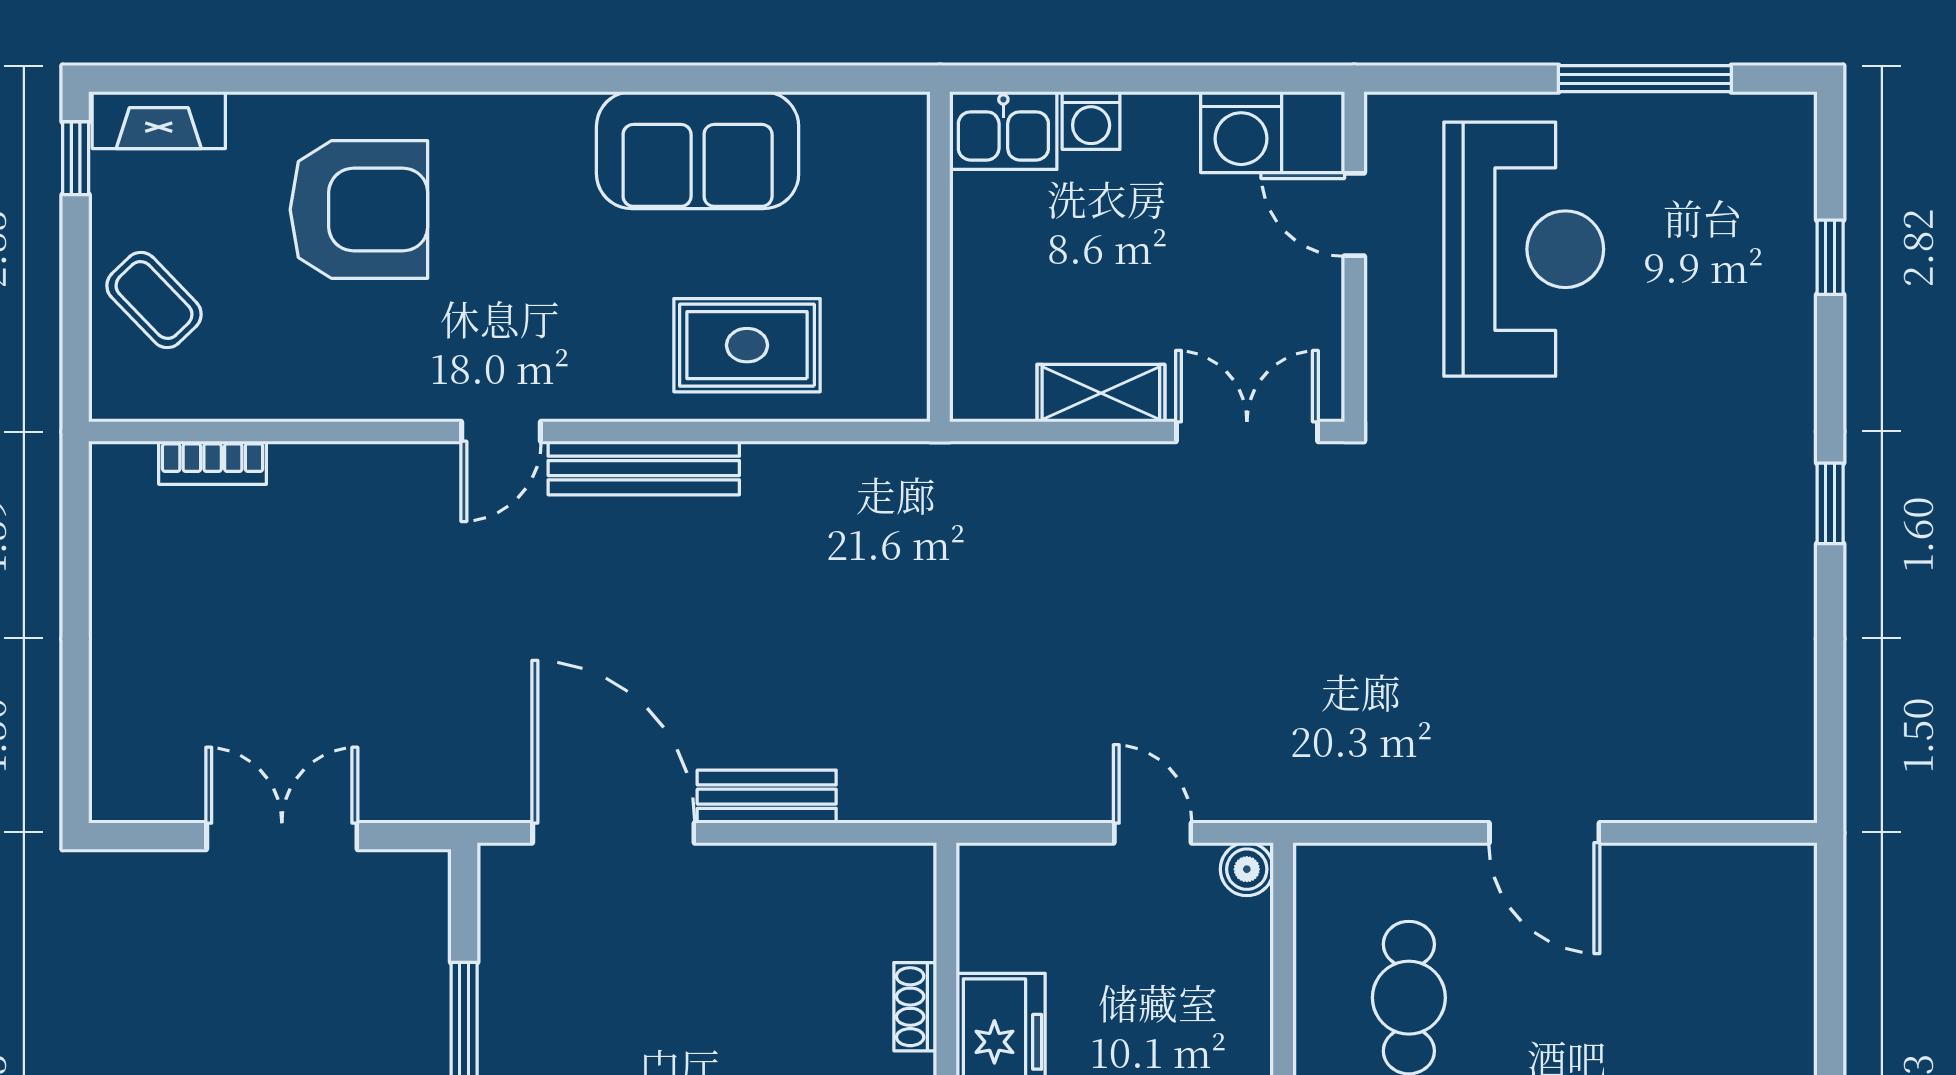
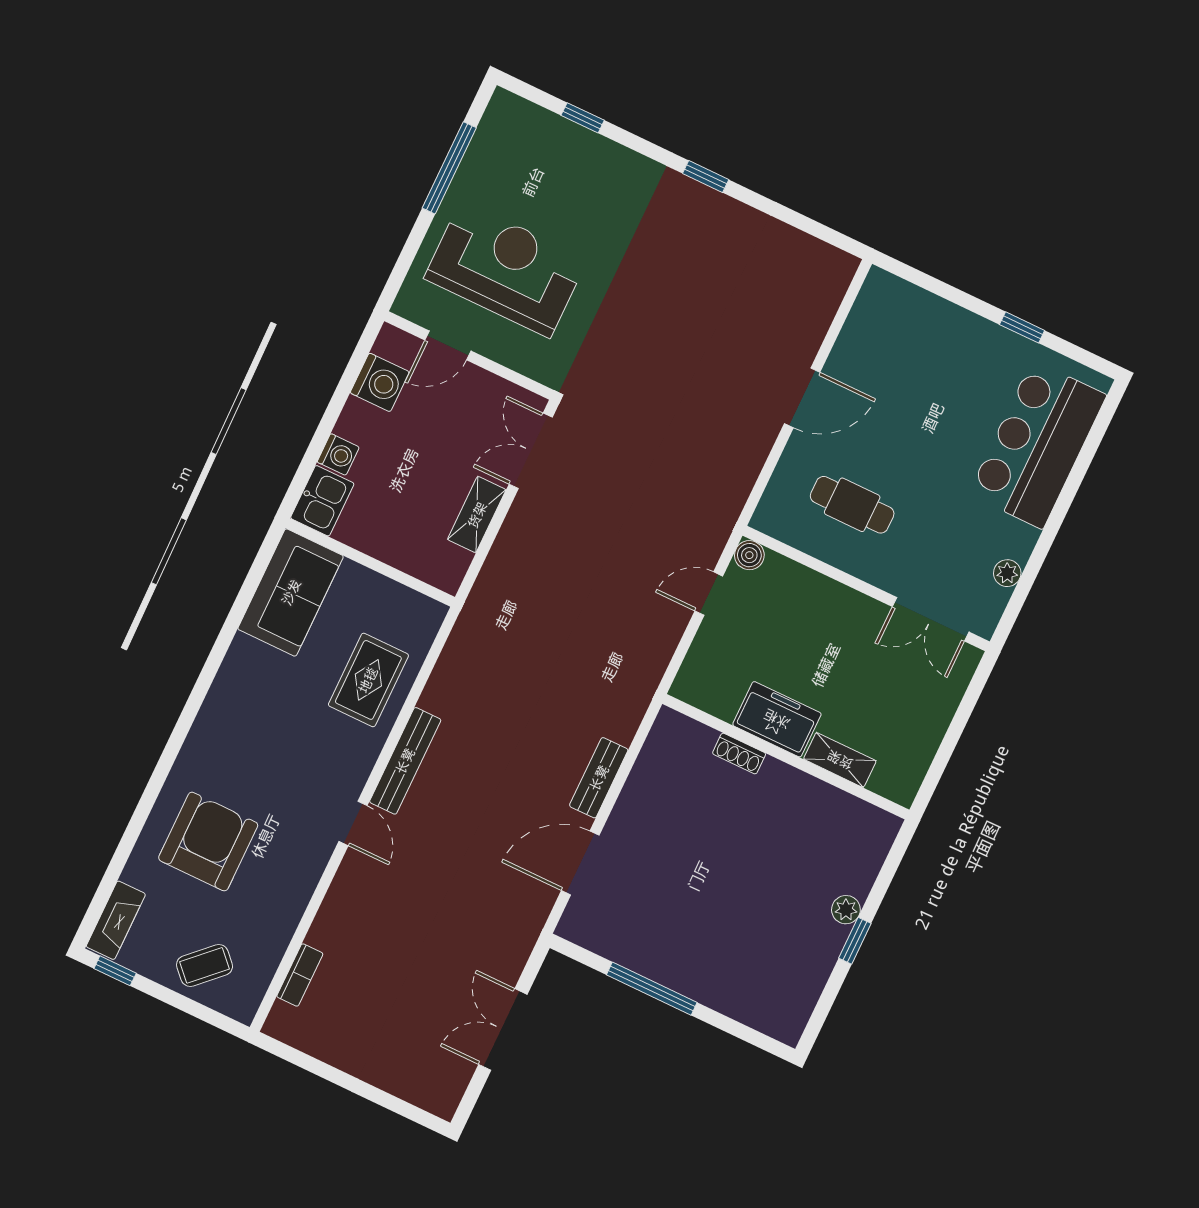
sofa: (698, 150) -> (291, 592), moved
door: (613, 833) -> (580, 863), width x0.73

